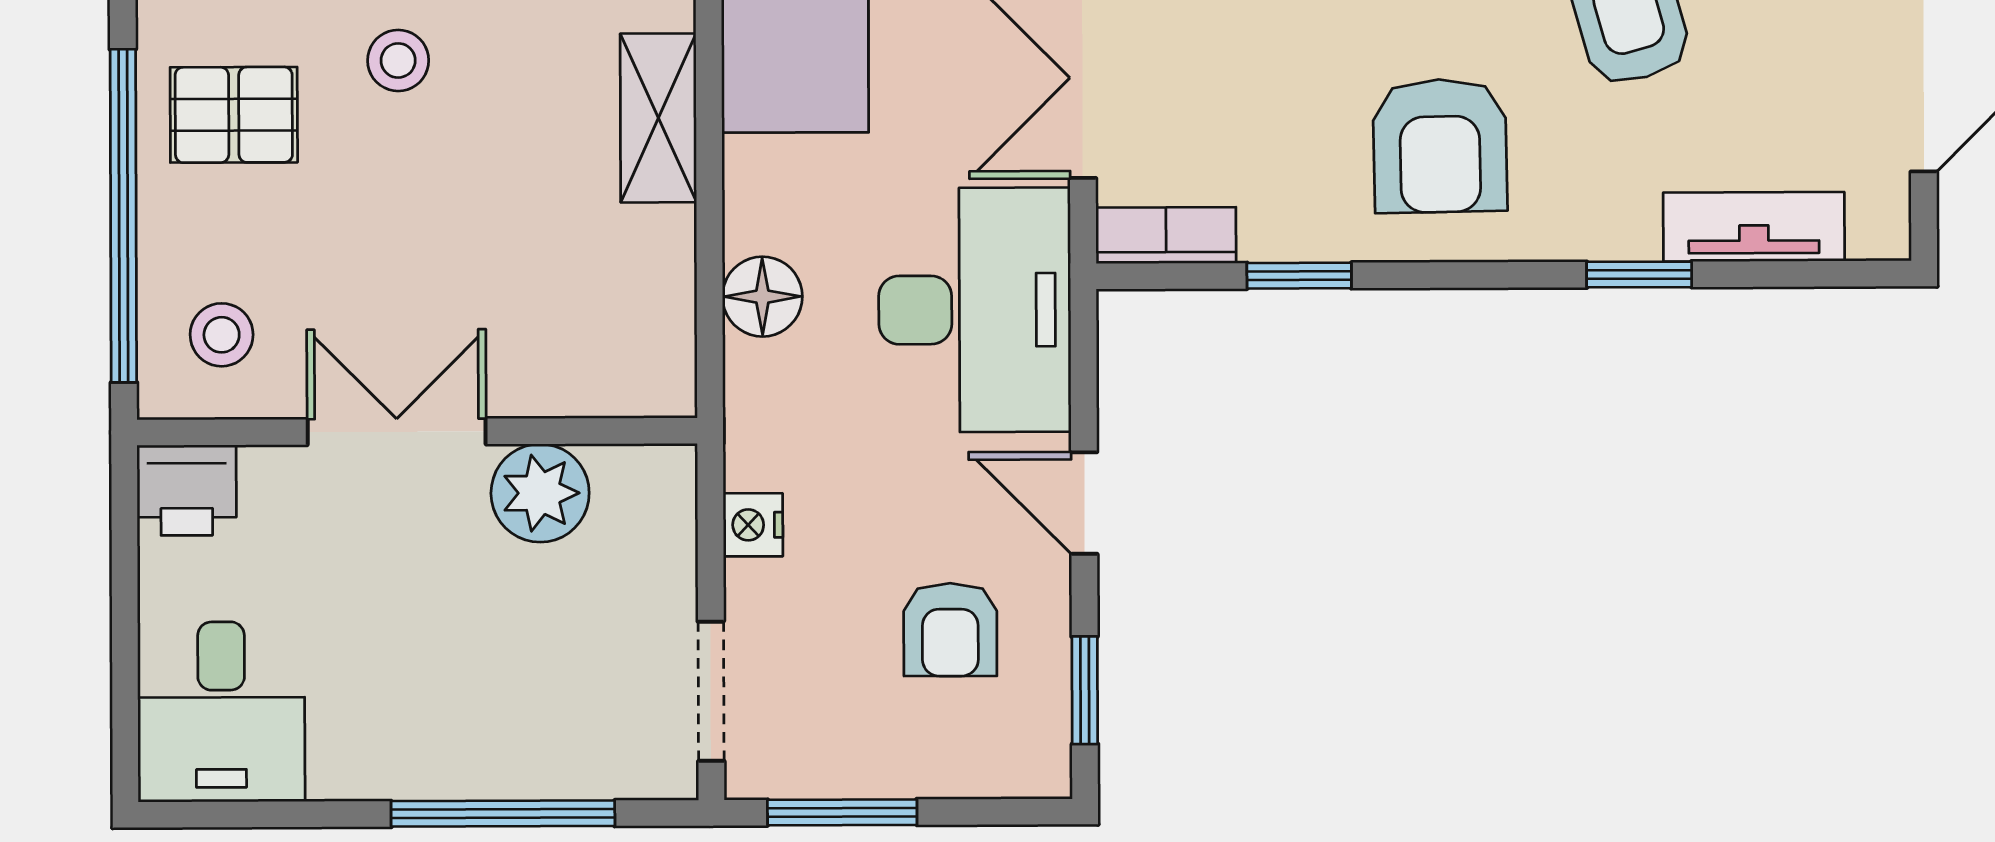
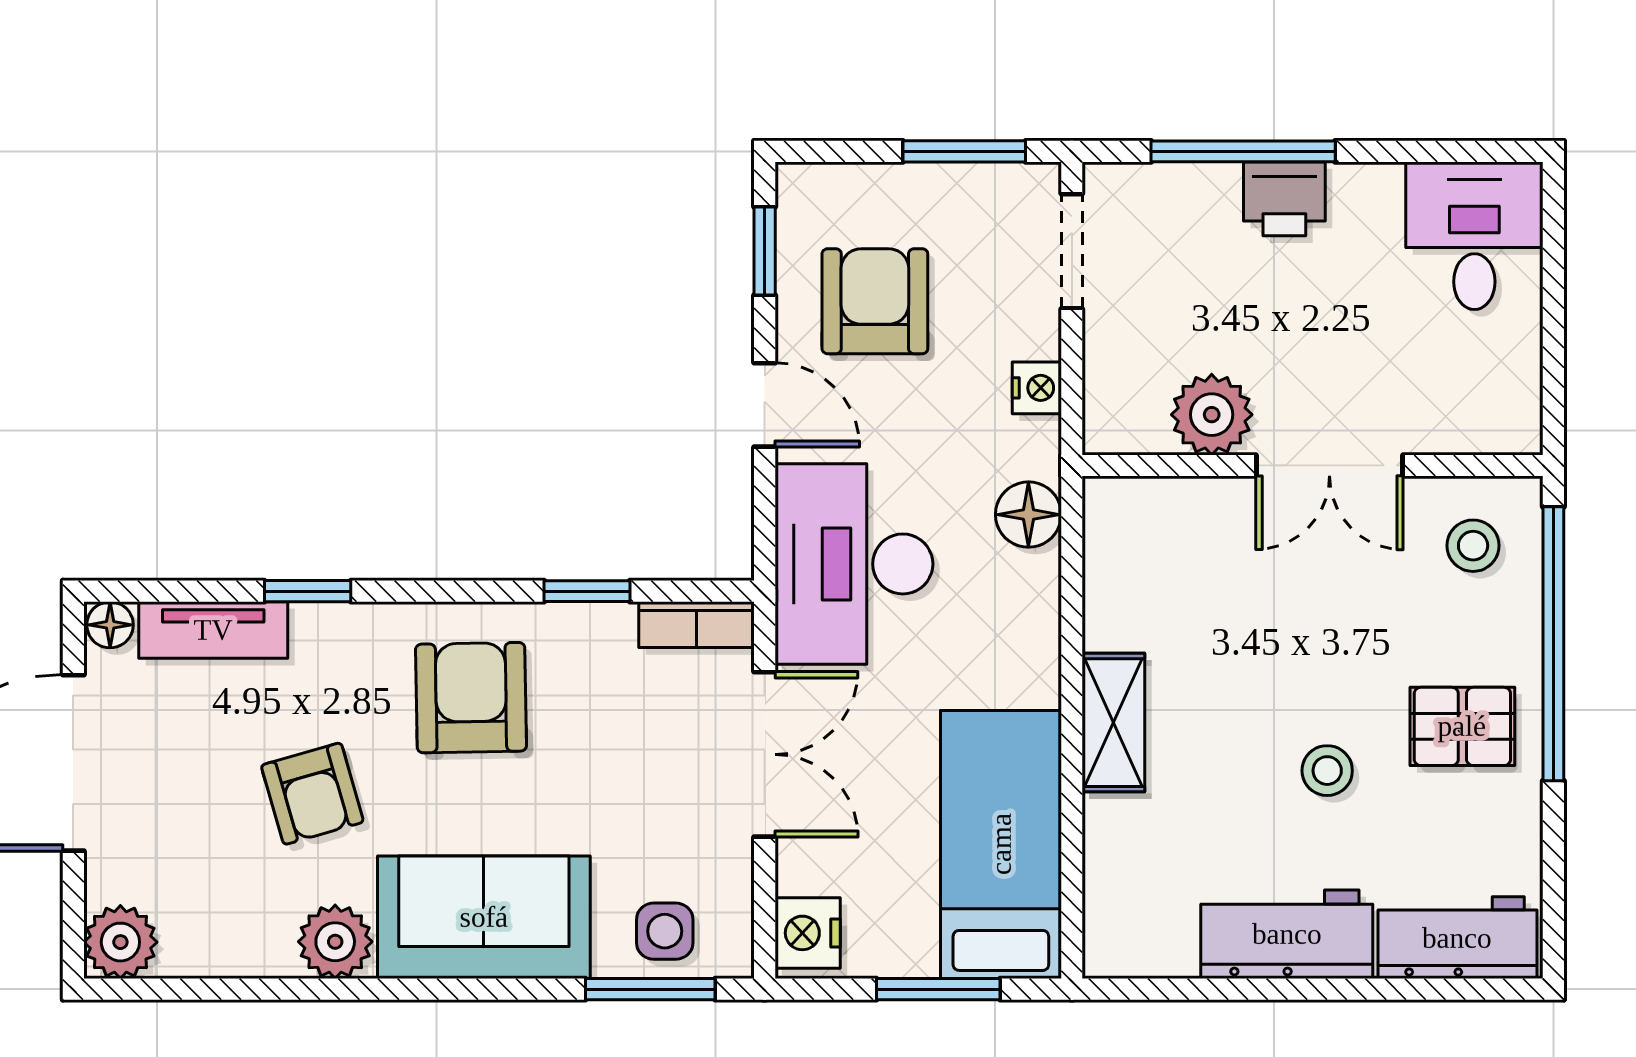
floor lamp: (1879, 233) -> (110, 625), added
floor lamp: (762, 297) -> (1028, 515), moved
printer: (187, 490) -> (1284, 199), moved, turned 180
armchair: (950, 630) -> (875, 301), width x1.38, depth x1.38

